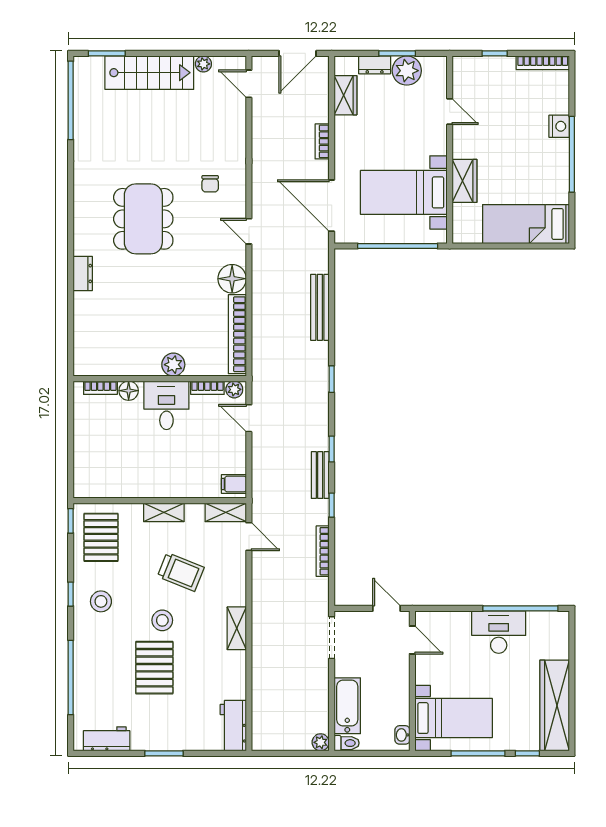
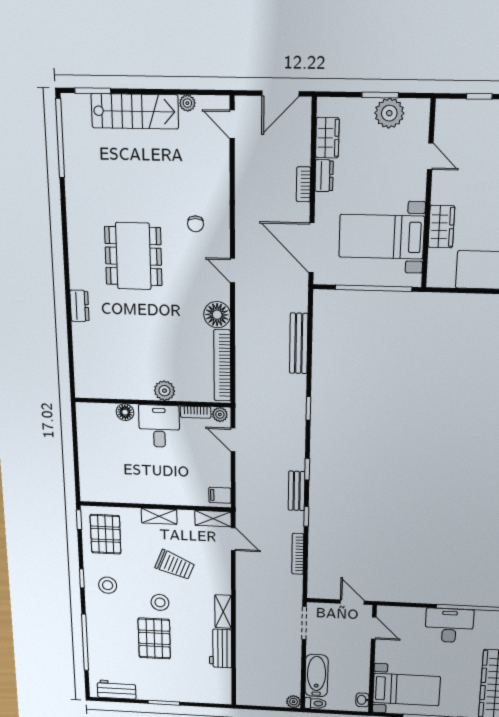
dresser: (375, 65) -> (324, 176), moved, turned -90
bookcase: (100, 388) -> (100, 409), removed
workbench: (233, 726) -> (221, 648), moved

